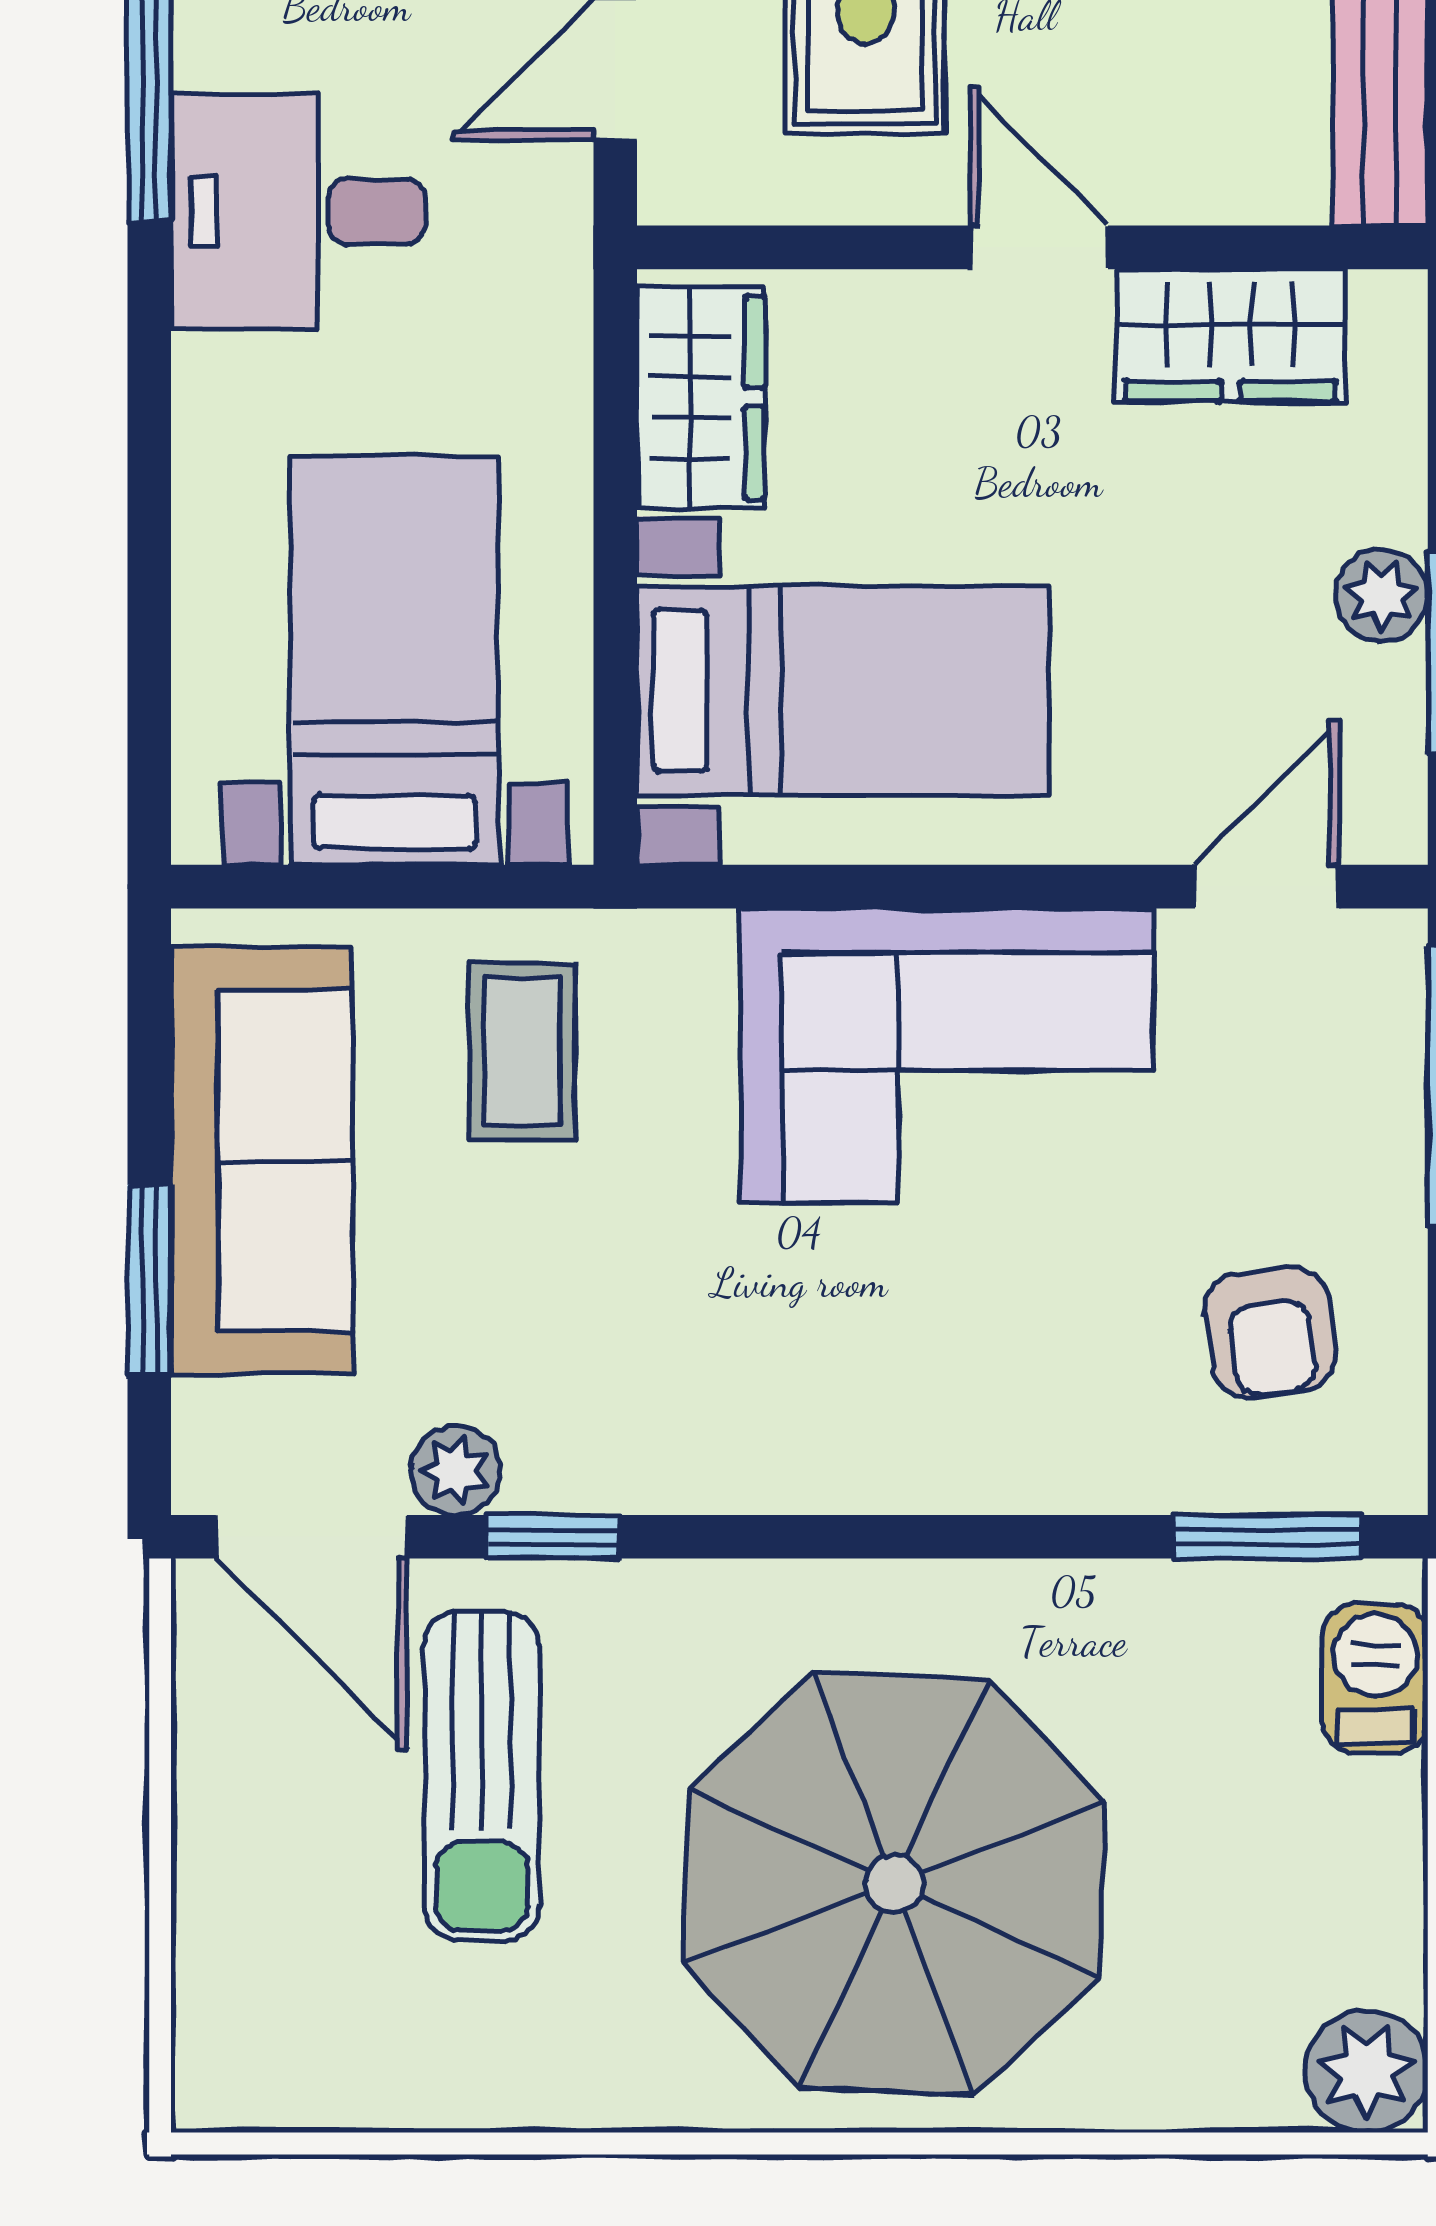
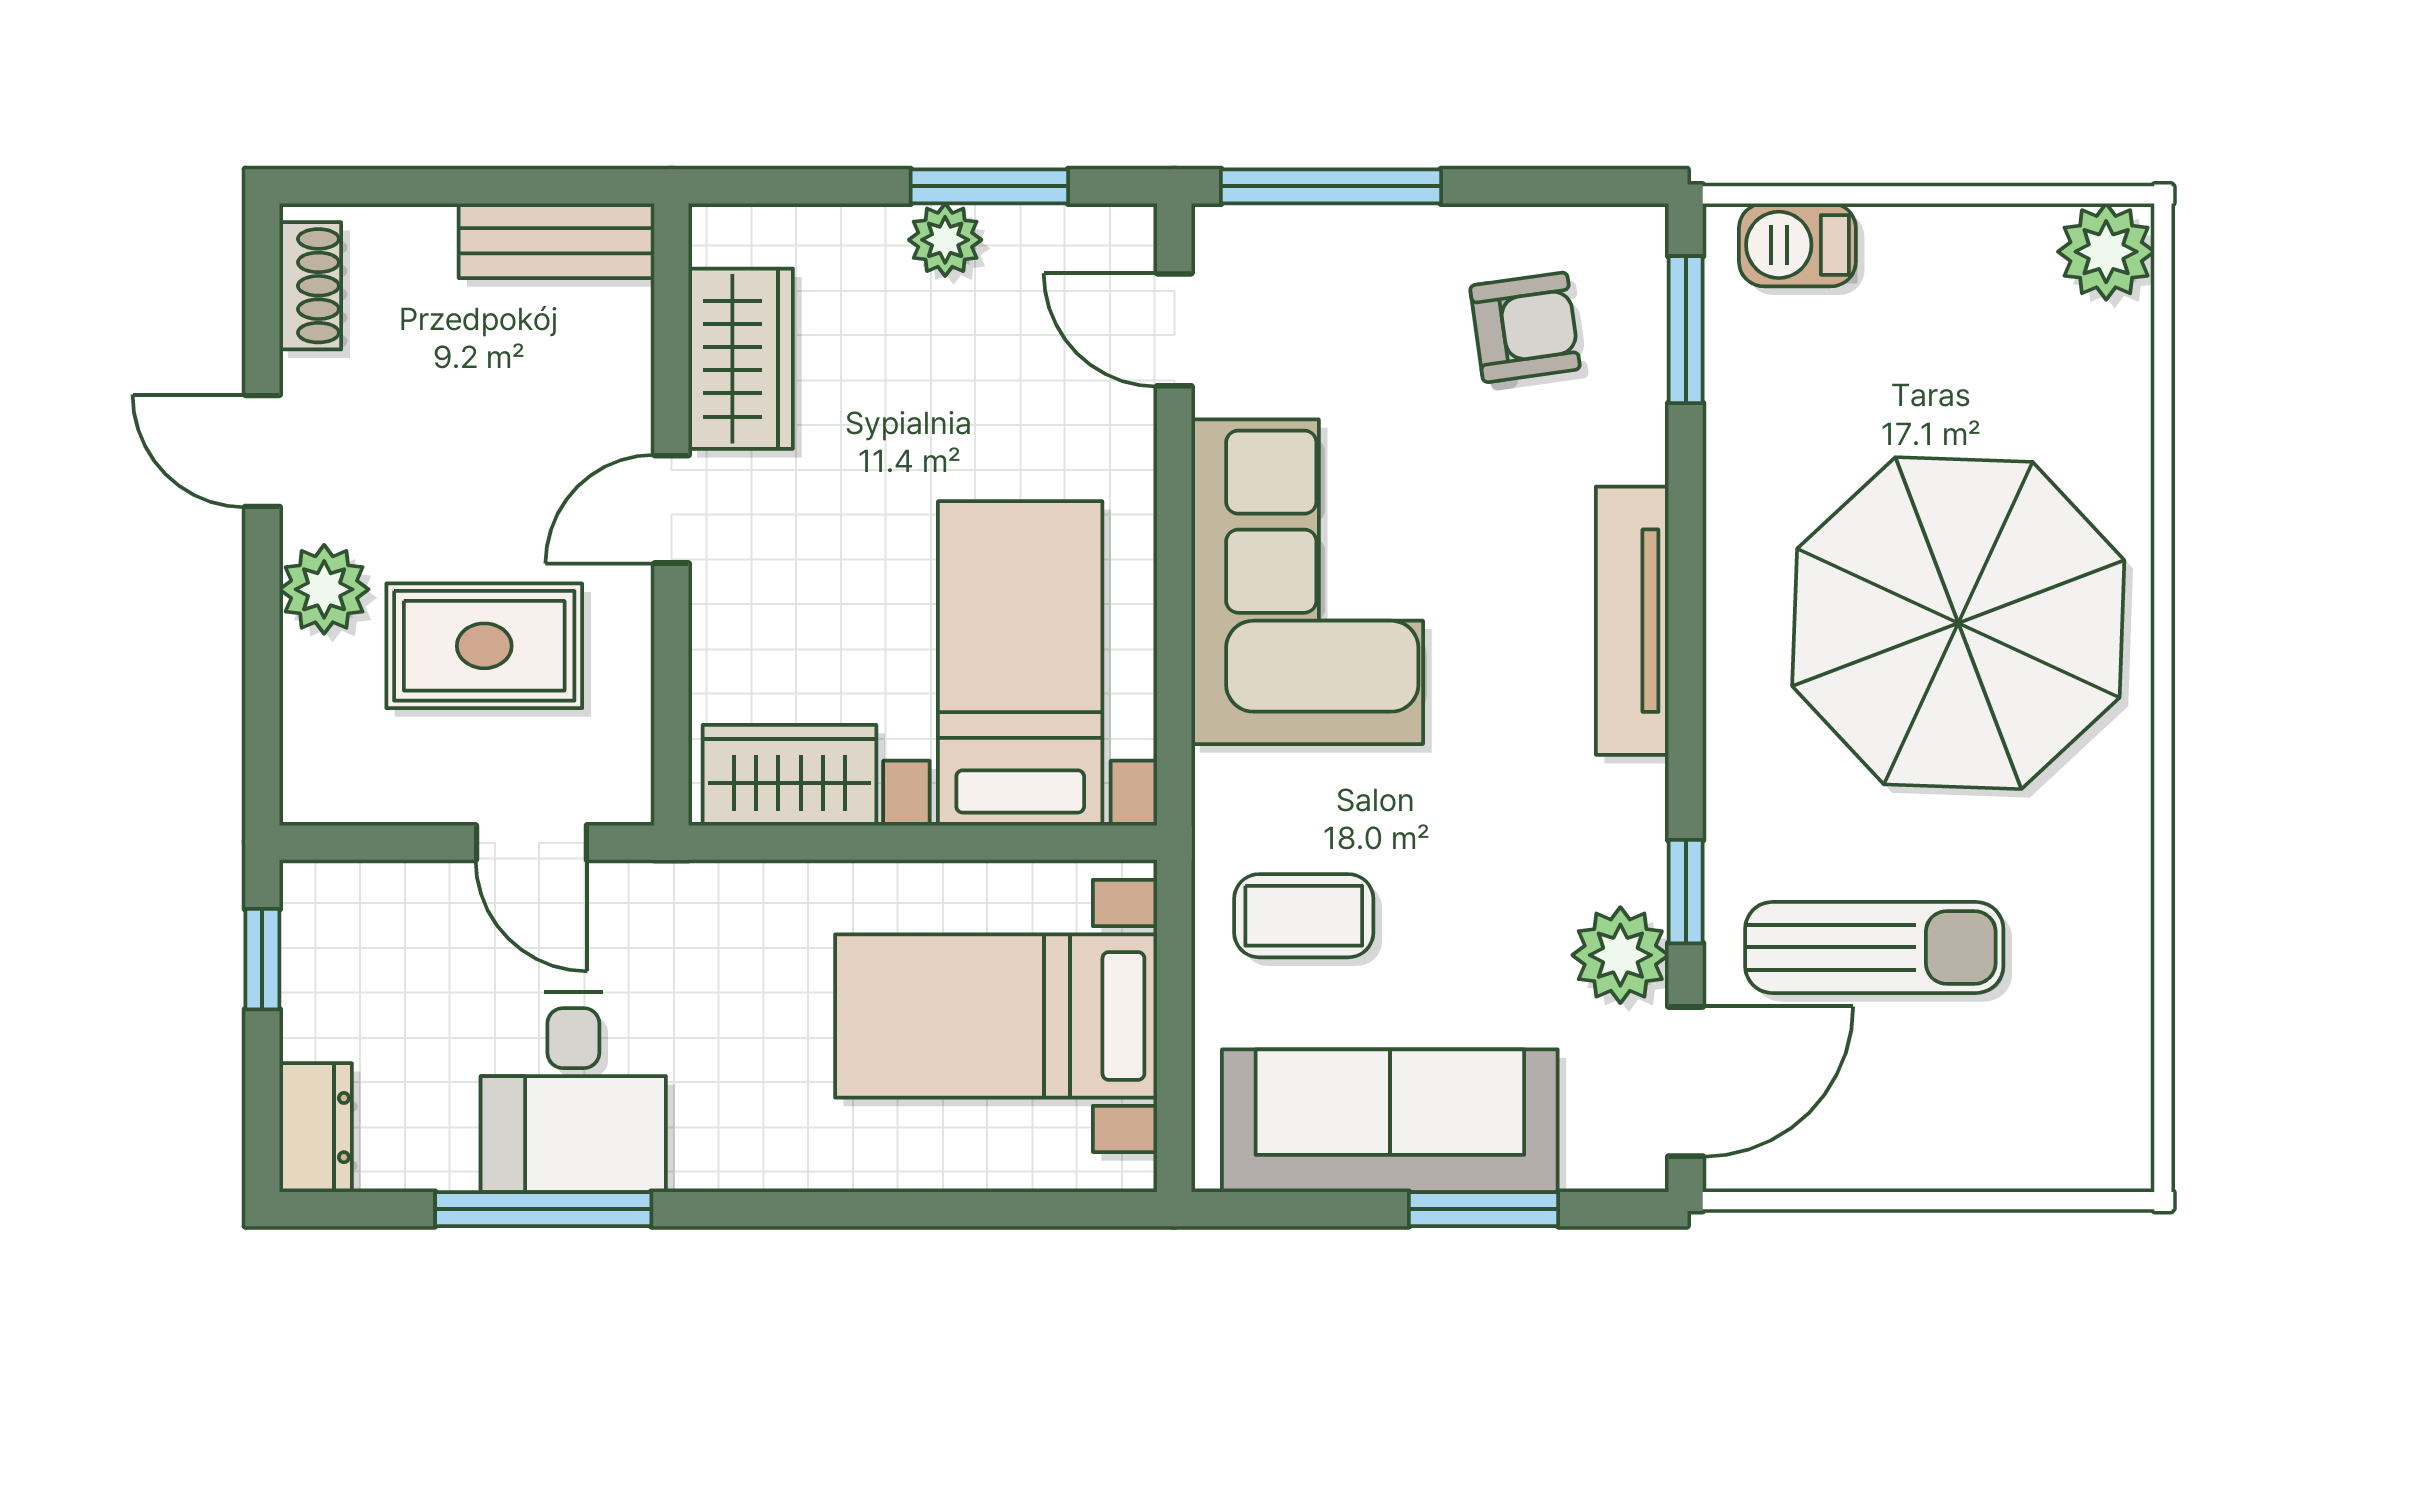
desk: (298, 212) -> (573, 1092), moved
tv unit: (897, 1469) -> (1632, 621), added
plant: (455, 1470) -> (1620, 955), width x1.38, depth x1.38

